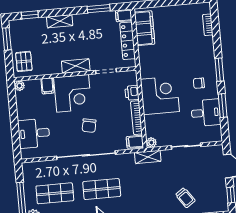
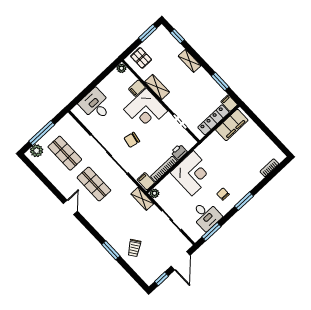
pallet: (24, 61) -> (141, 58), turned 90
shelving: (76, 66) -> (157, 87), moved
window: (223, 106) -> (211, 232), moved

